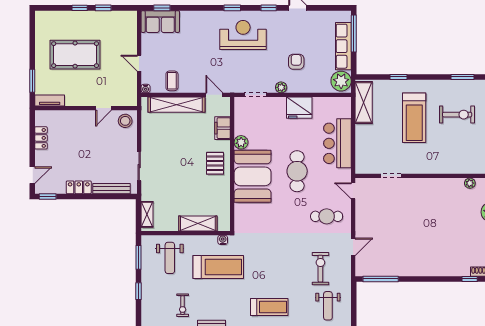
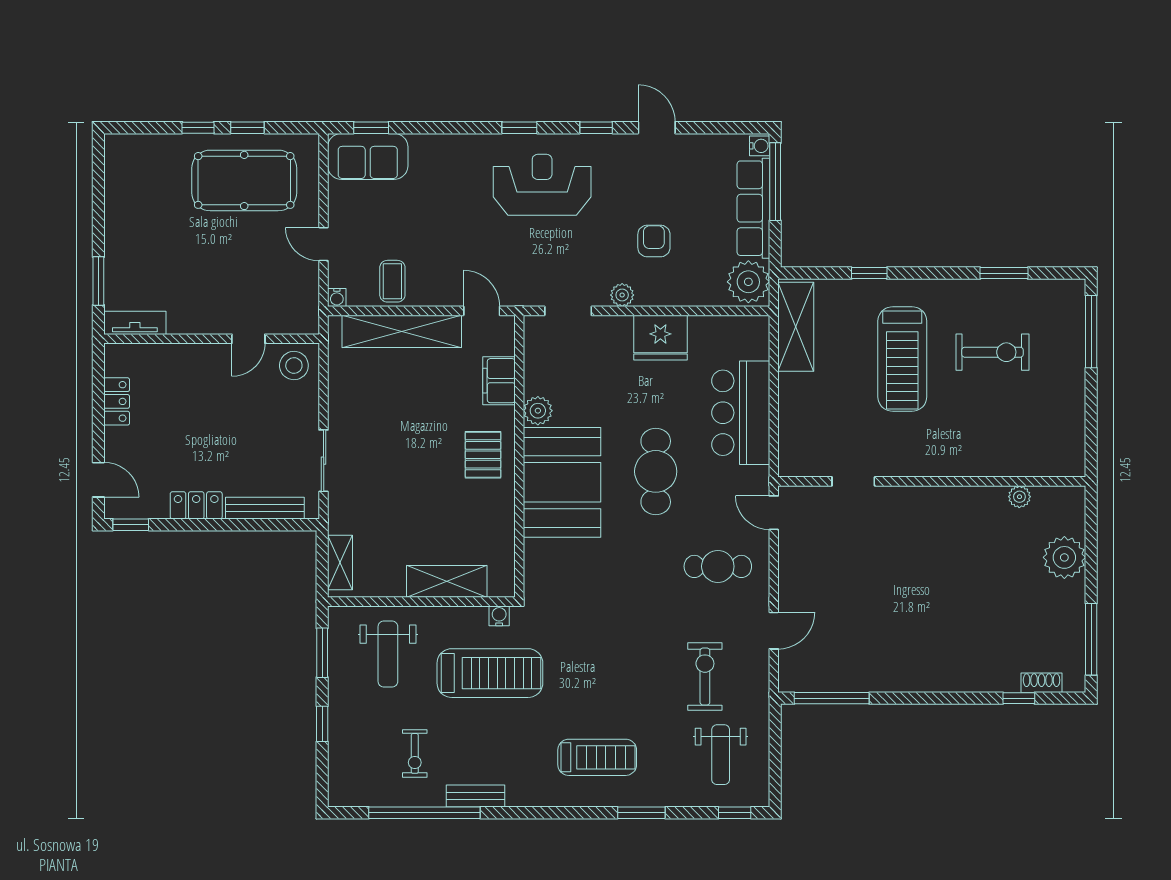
water cooler: (346, 17) -> (760, 146), added
pool table: (75, 55) -> (244, 180), moved
door: (32, 175) -> (98, 480), hinge flipped

